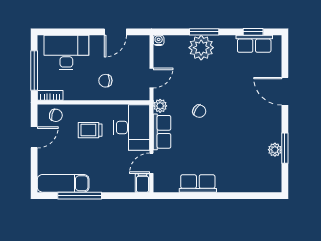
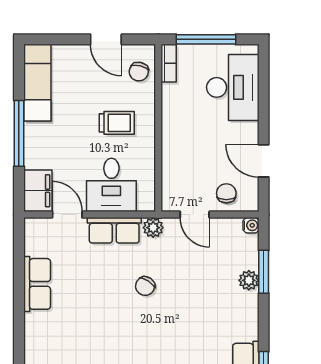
window: (204, 32) -> (264, 272), moved
plant: (201, 48) -> (249, 280), width x0.53, depth x0.53
chair: (105, 81) -> (226, 193), moved
desk: (132, 128) -> (111, 185), width x0.73
trolley: (90, 130) -> (117, 123), turned 90
filing cabinet: (143, 183) -> (38, 191), width x2.00
window: (80, 196) -> (19, 133), moved

